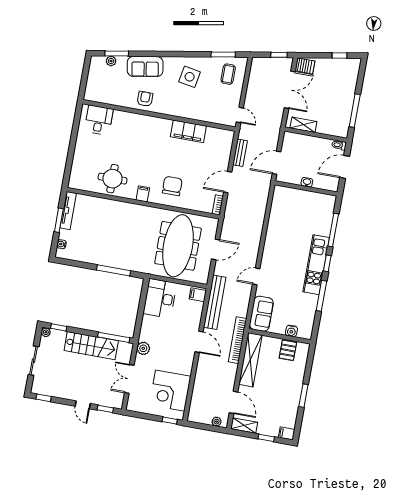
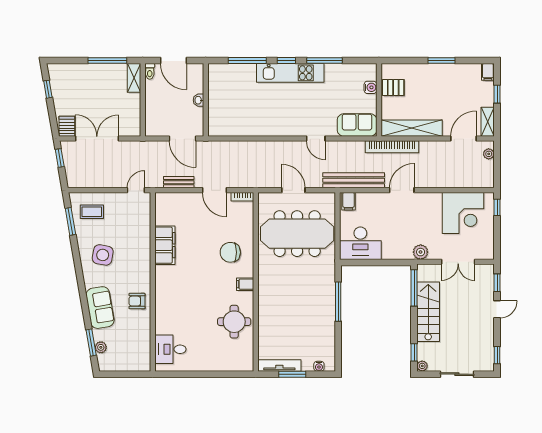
shelving: (303, 125) -> (134, 78), moved

